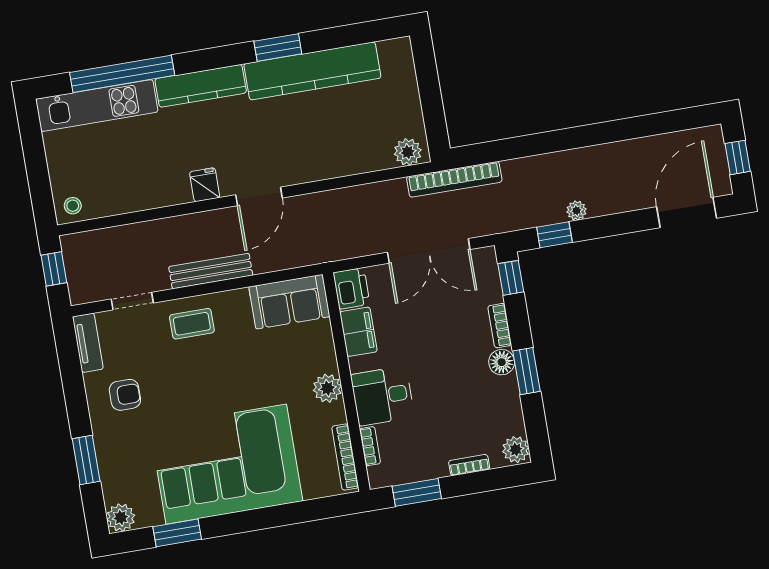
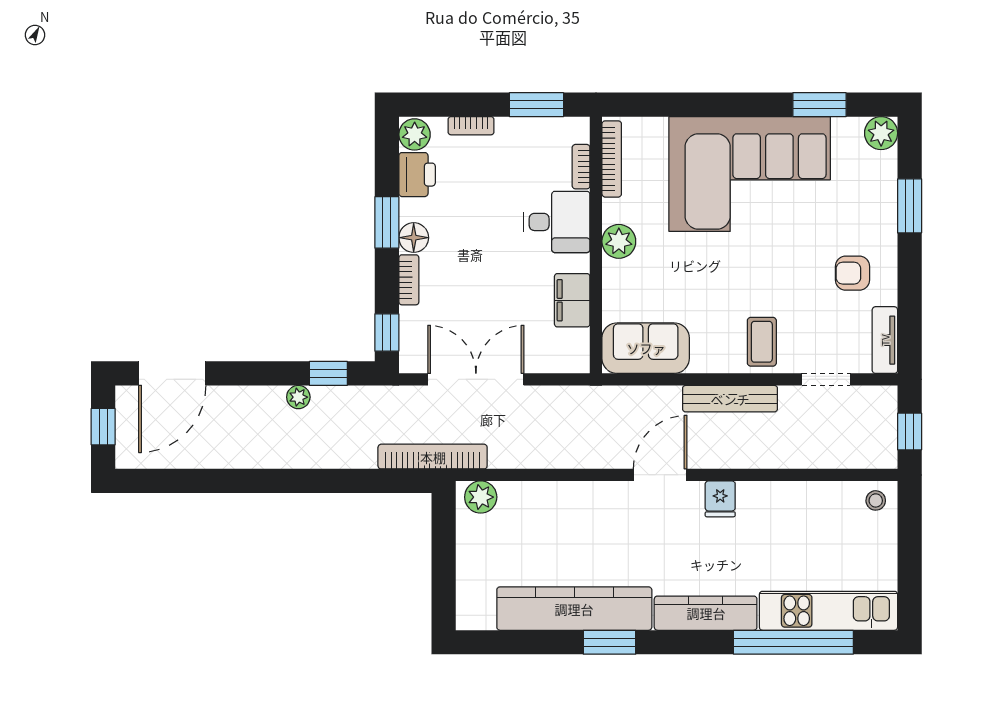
printer: (351, 288) -> (417, 175), moved, turned 180
coffee table: (192, 324) -> (762, 342), turned 90

